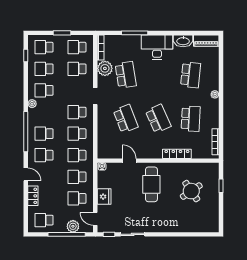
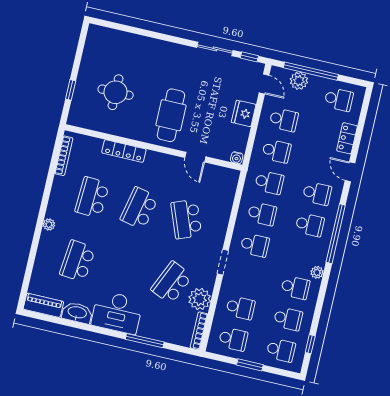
school desk: (126, 75) -> (172, 283), turned 33
school desk: (158, 119) -> (139, 208), turned 36
round table: (191, 191) -> (116, 92), turned 34

